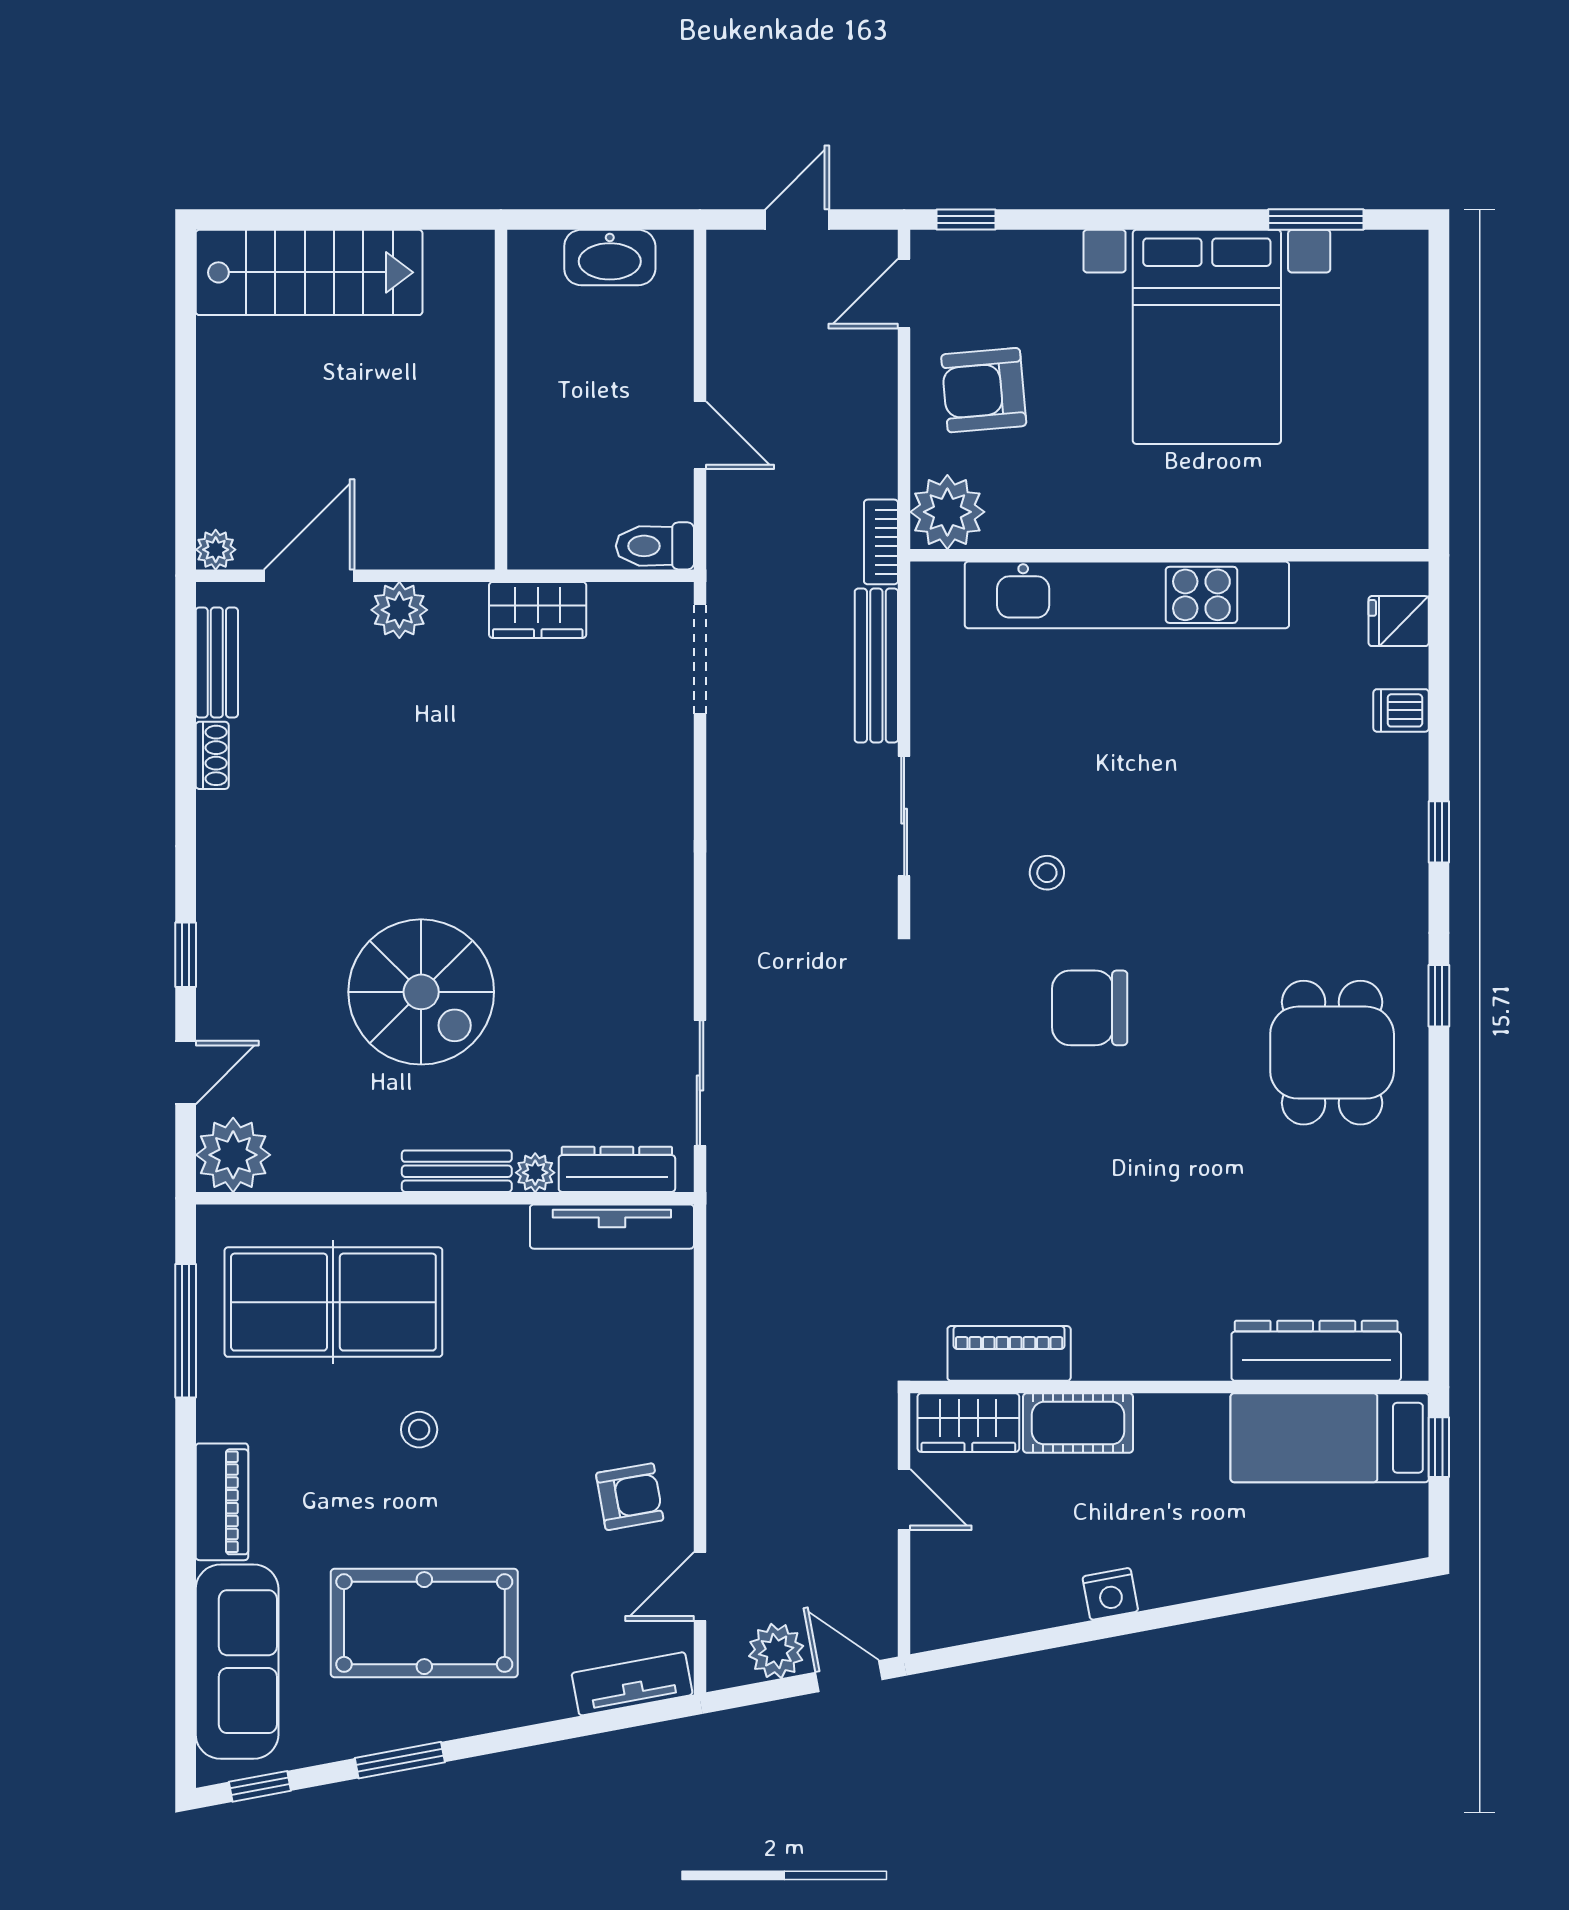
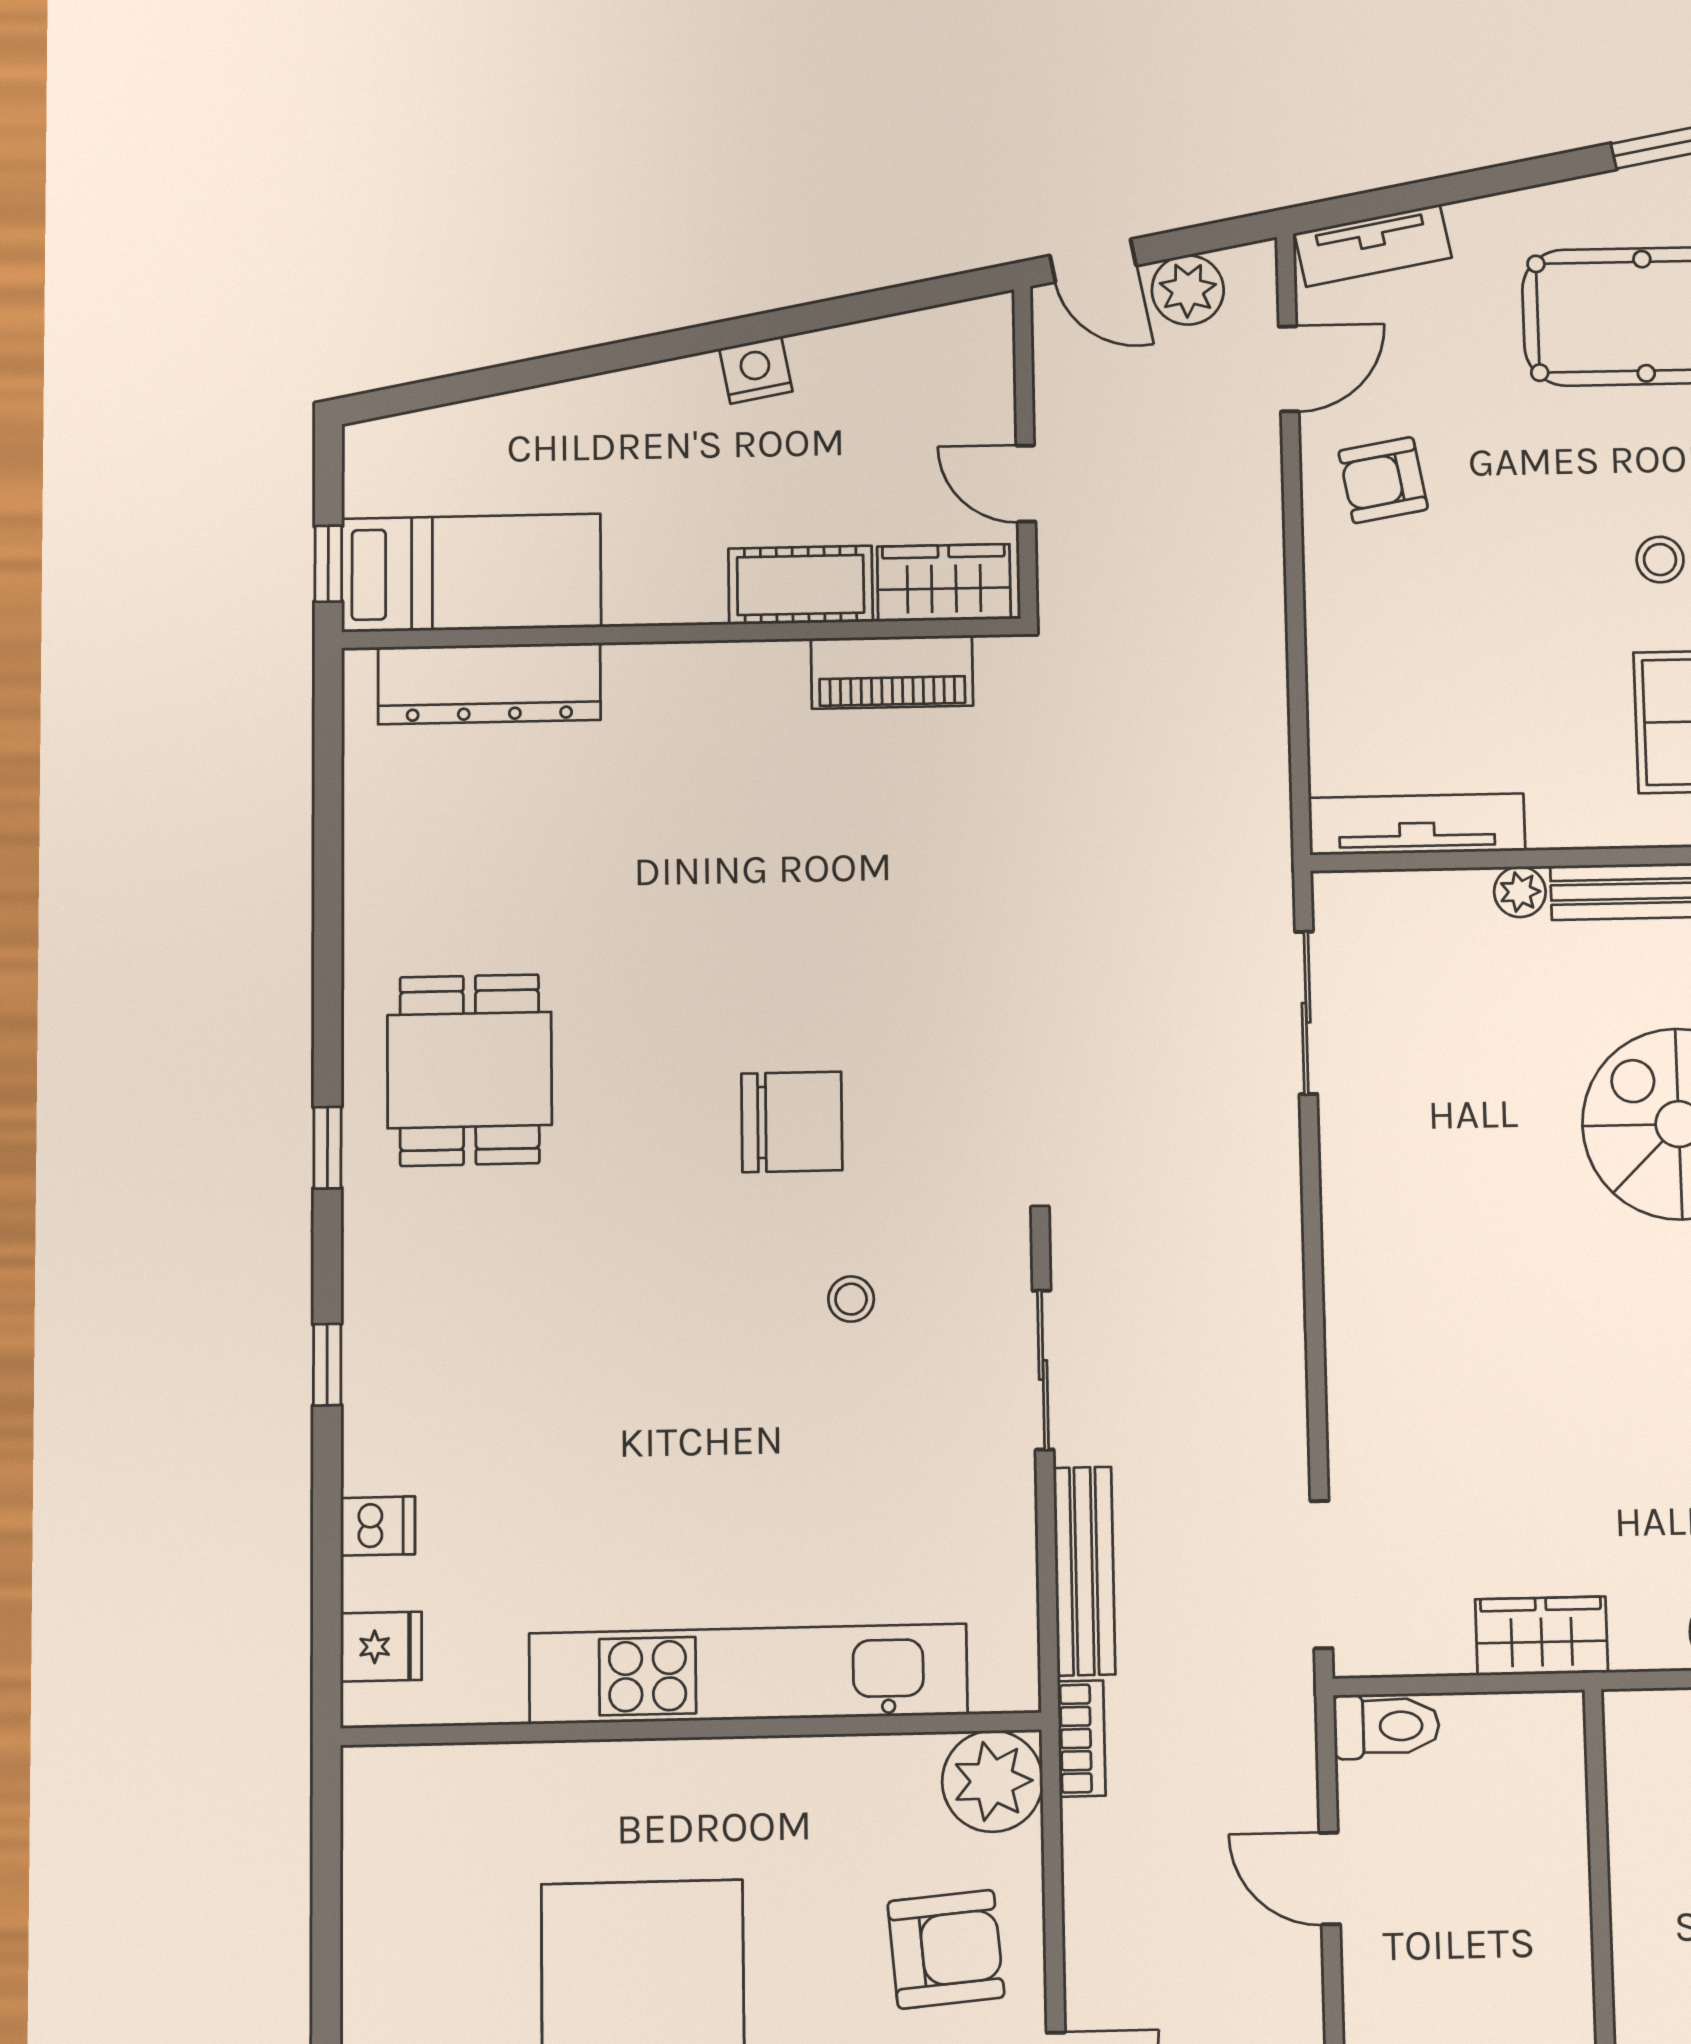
dresser: (617, 1169) -> (1412, 898), removed

